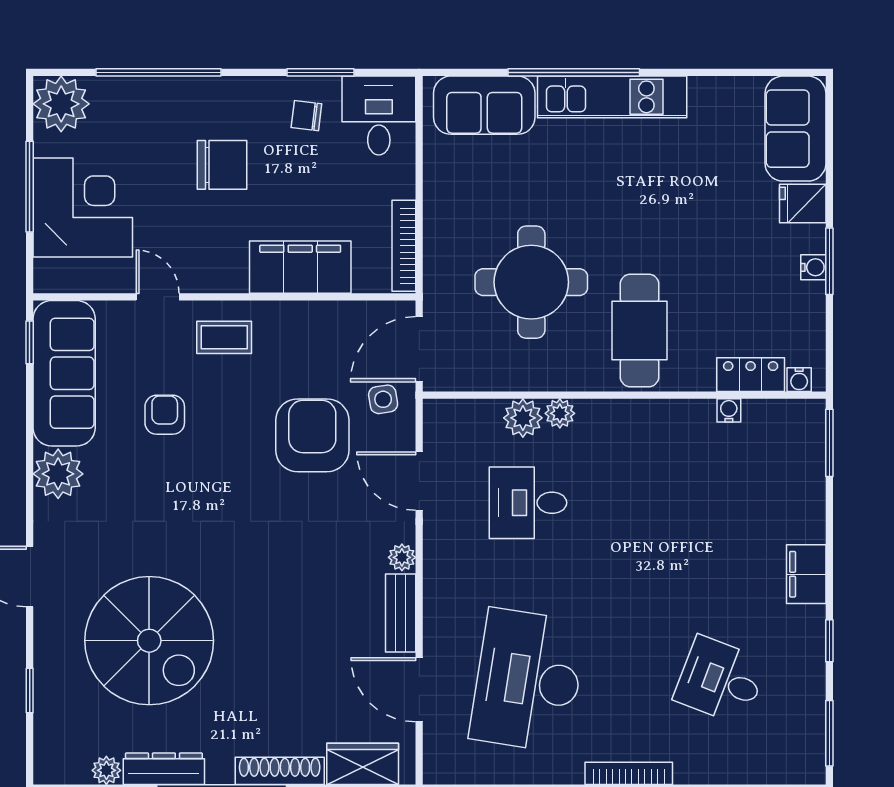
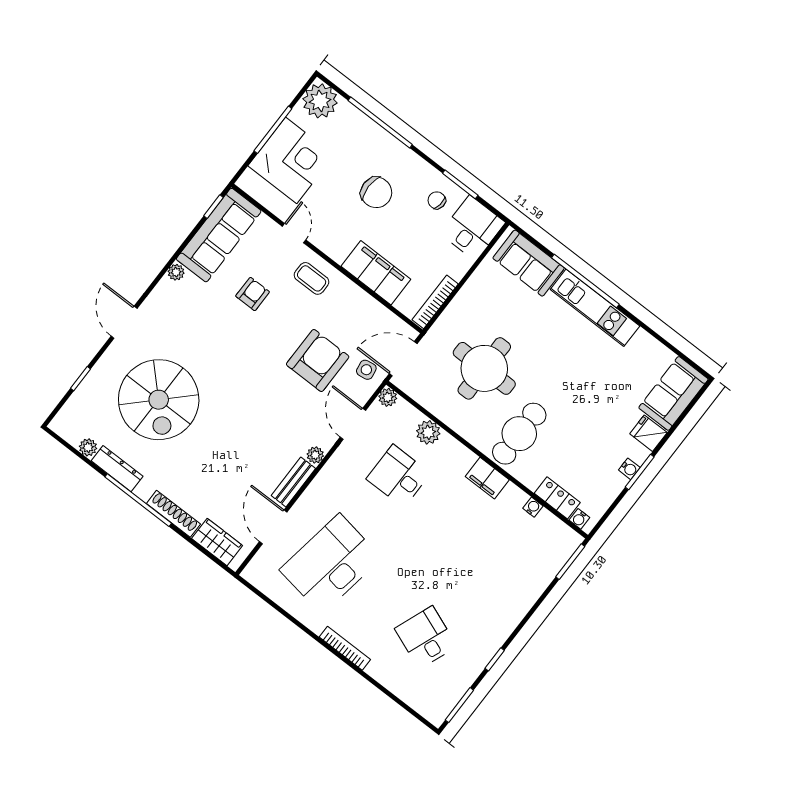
plant: (560, 413) -> (388, 397), moved
plant: (58, 474) -> (176, 272), width x0.53, depth x0.53
filing cabinet: (806, 574) -> (487, 478), moved, turned -90

